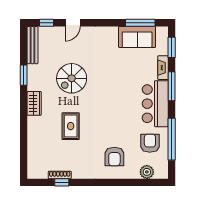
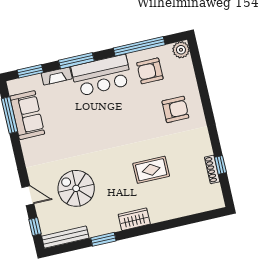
spiral stairs: (72, 78) -> (76, 188), moved, turned 180
plant: (147, 172) -> (181, 50), moved

